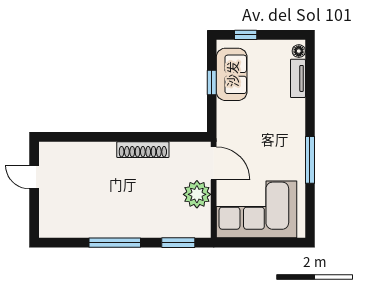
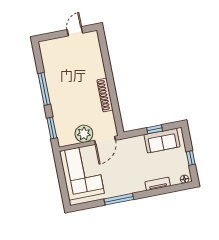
window: (246, 35) -> (191, 158), moved
tv unit: (298, 78) -> (158, 184), moved

